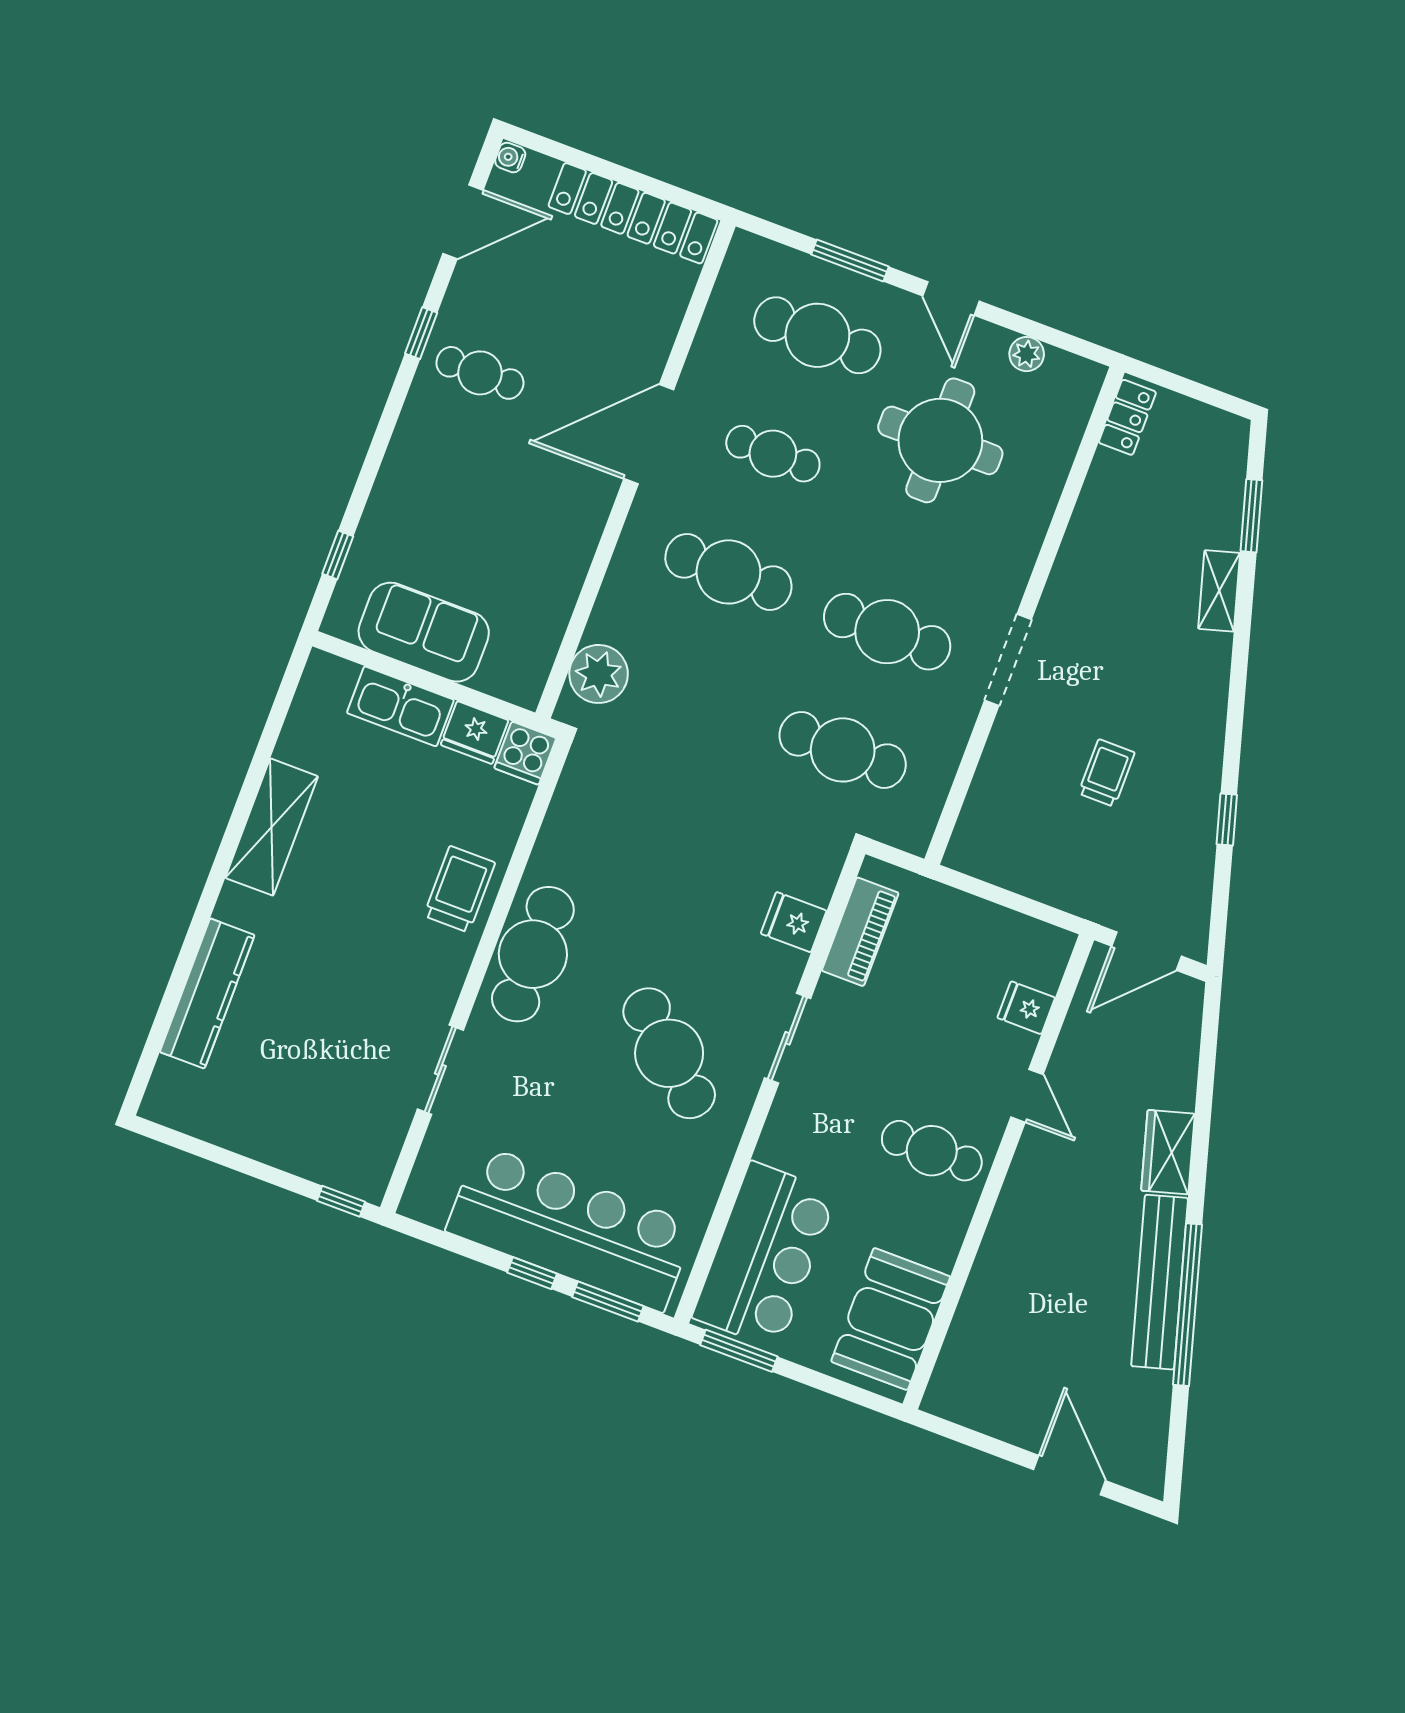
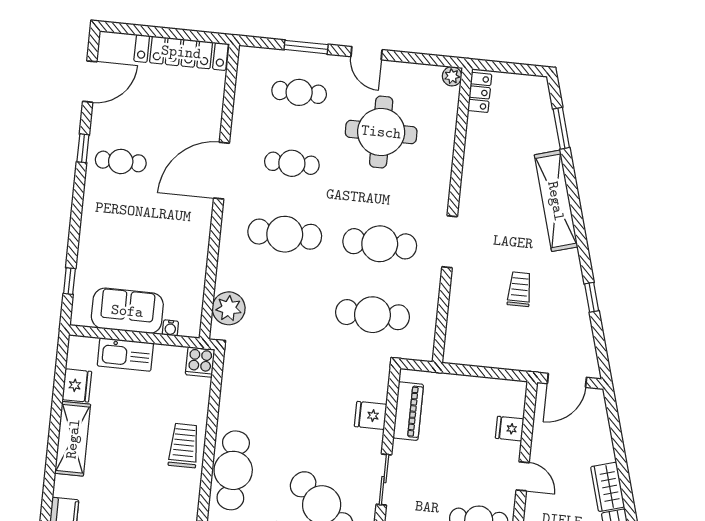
water cooler: (510, 158) -> (170, 328), moved, turned -90
cafe table: (817, 335) -> (299, 92), width x0.73, depth x0.74
plant: (1027, 354) -> (452, 76), moved
shelving: (1219, 591) -> (556, 201), width x2.20, depth x1.33
fridge: (475, 733) -> (77, 385), moved, turned -90

